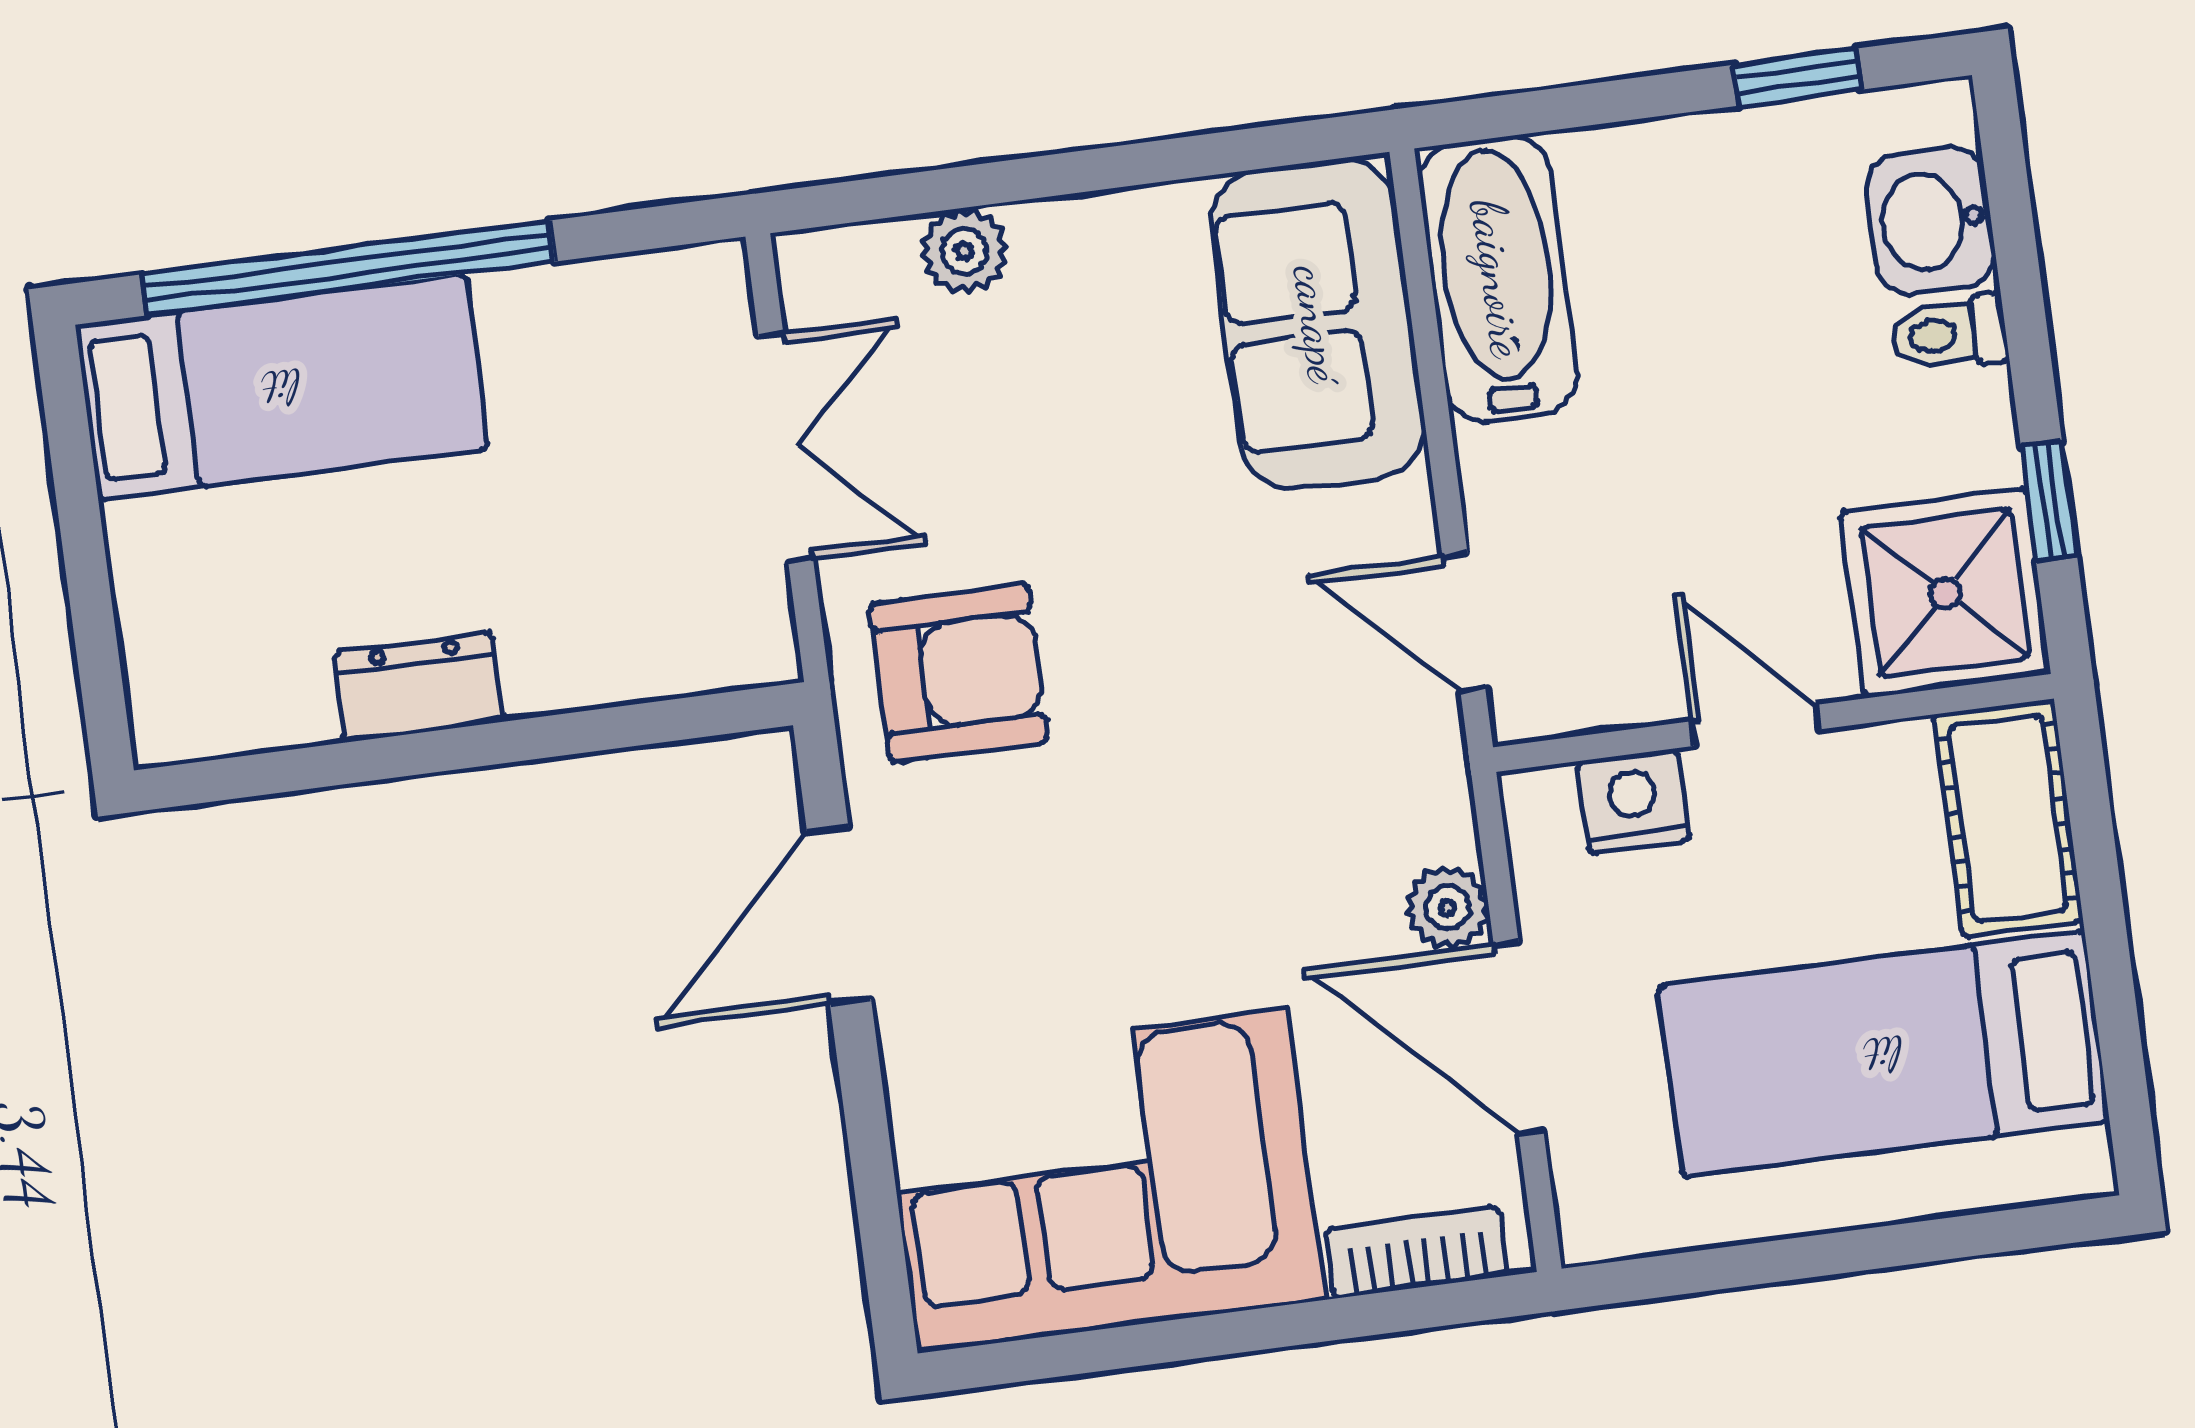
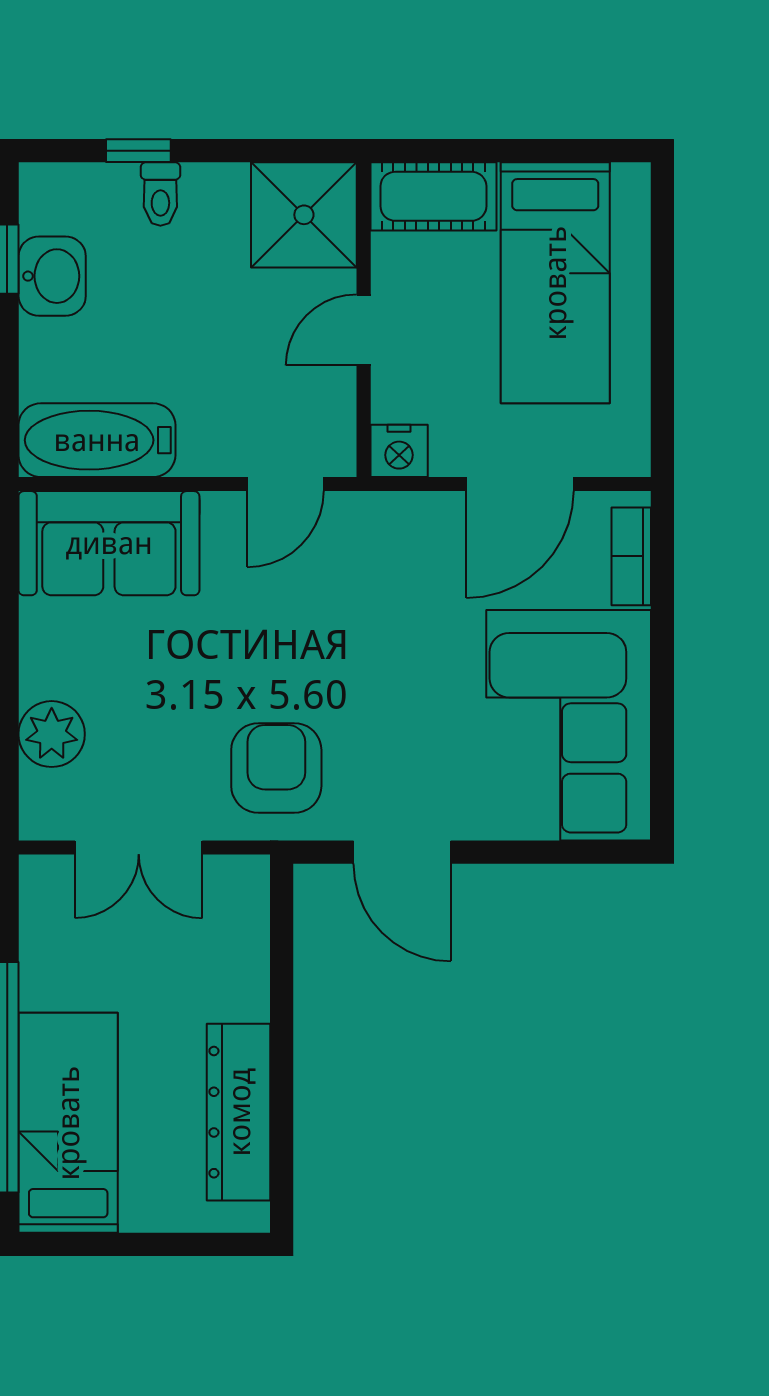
washbasin: (1931, 221) -> (52, 276), moved, turned -90
plant: (964, 251) -> (52, 734), width x1.38, depth x1.38
double door: (786, 448) -> (139, 847), swing flipped
window: (2049, 502) -> (138, 151), moved
dresser: (419, 687) -> (239, 1112), width x1.96, depth x1.24
nightstand: (1633, 801) -> (399, 451), moved, turned -90
plant: (1448, 908) -> (442, 514), removed

